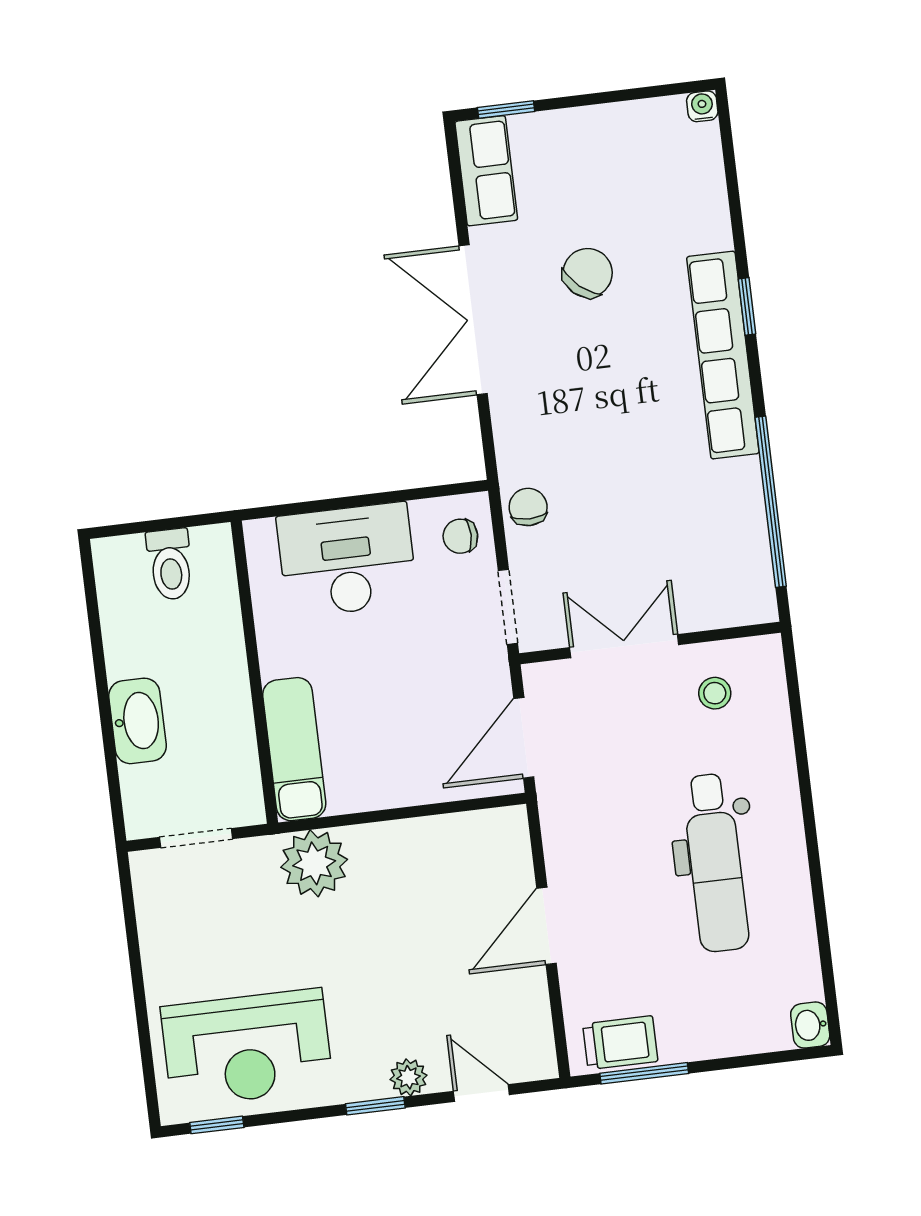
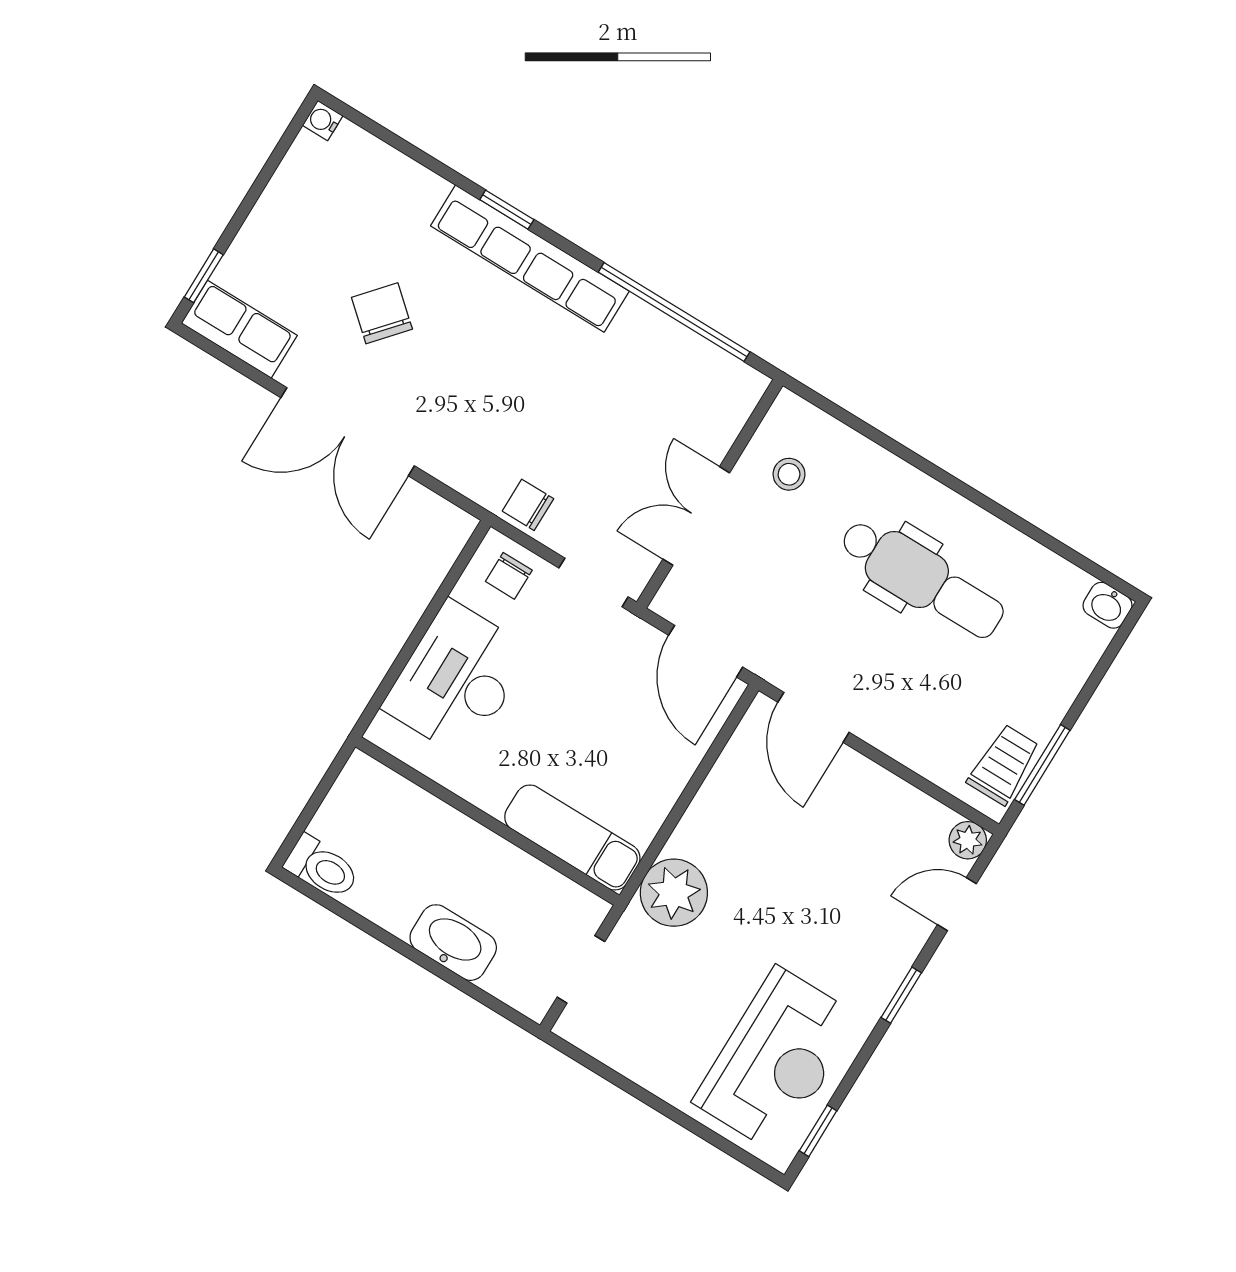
toilet: (170, 564) -> (322, 867), moved
door: (547, 926) -> (814, 717), moved
plant: (408, 1077) -> (968, 840), moved

